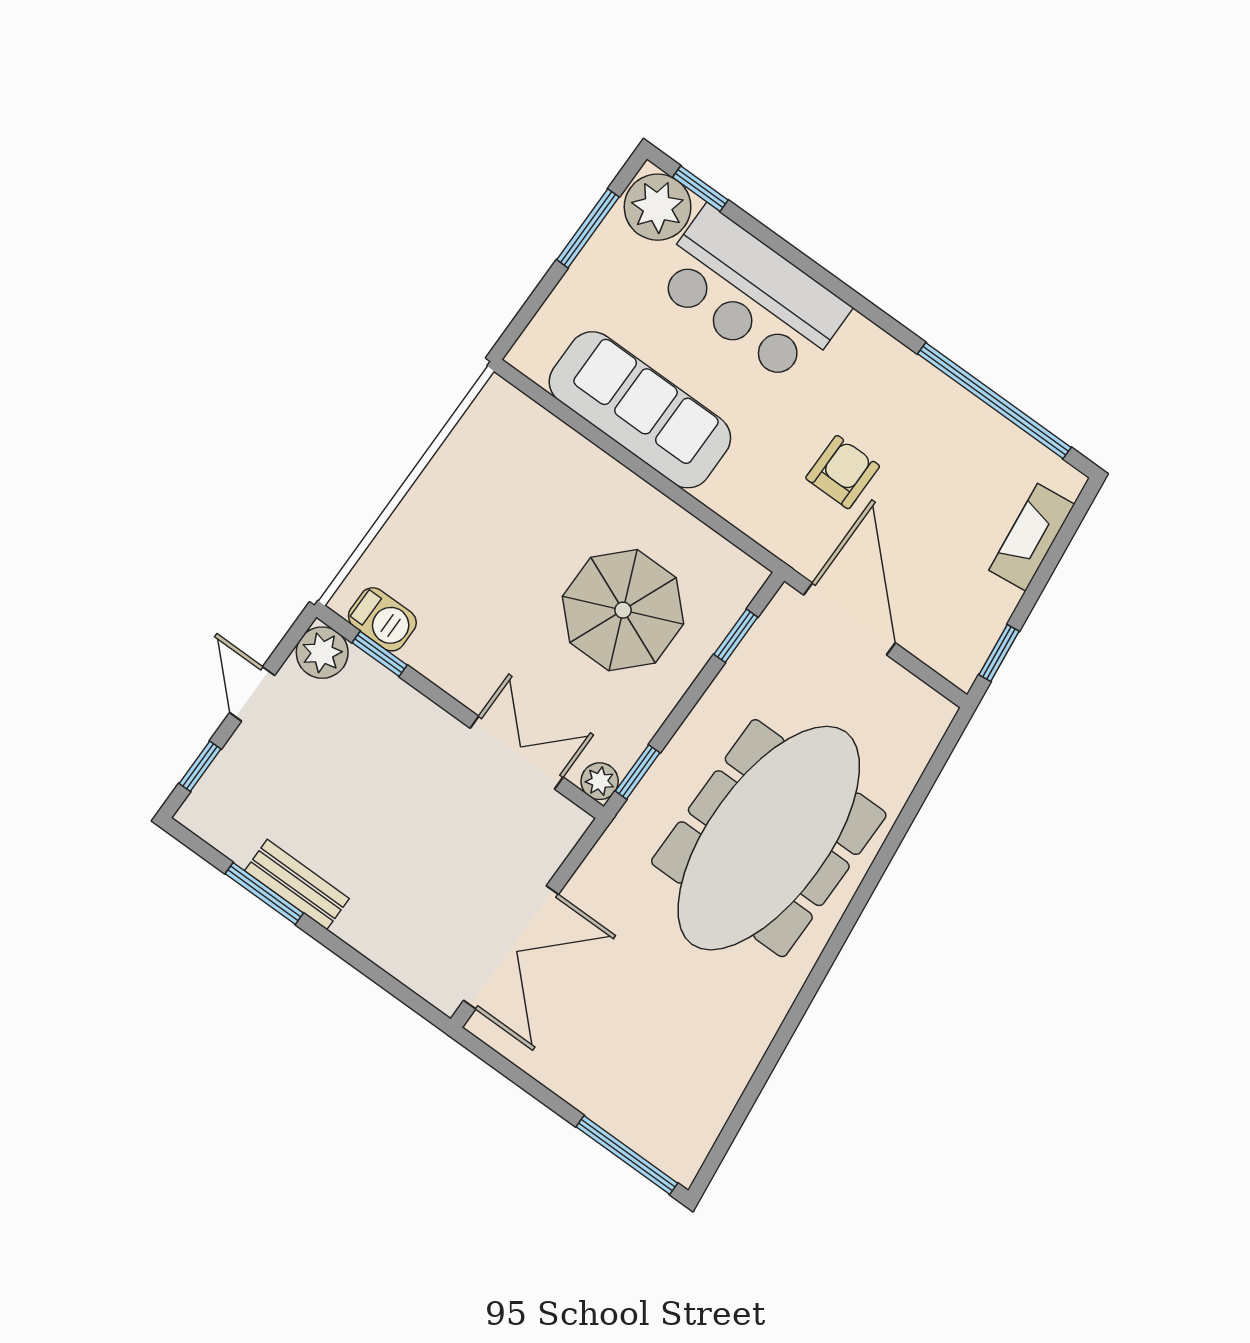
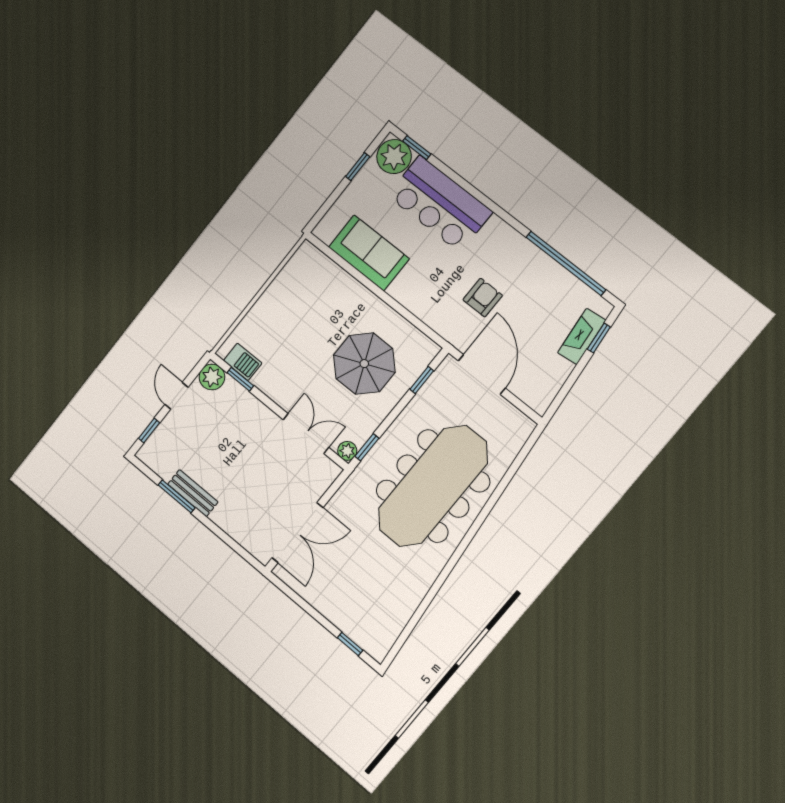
window: (588, 228) -> (358, 167), width x0.67
sofa: (640, 410) -> (369, 253), width x0.73
window: (999, 653) -> (599, 338), moved
window: (627, 1155) -> (350, 644), width x0.46

